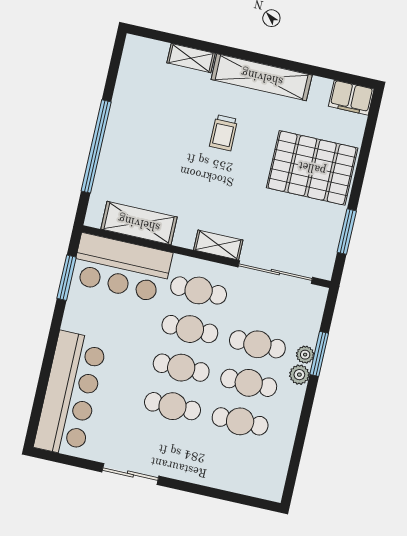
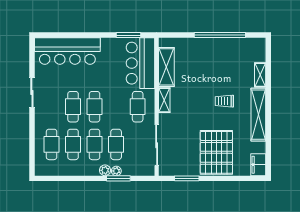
window: (96, 146) -> (220, 35), moved
shelving: (218, 245) -> (164, 100), moved
cafe table: (190, 329) -> (52, 144), moved

